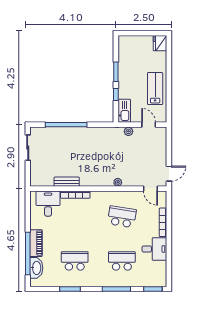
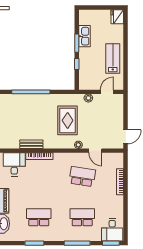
kitchen sink: (124, 111) -> (84, 36), moved
door: (149, 125) -> (107, 92), hinge flipped
rug: (106, 156) -> (68, 120), added
door: (150, 189) -> (95, 151), moved
desk: (154, 249) -> (112, 230), moved, turned 90

